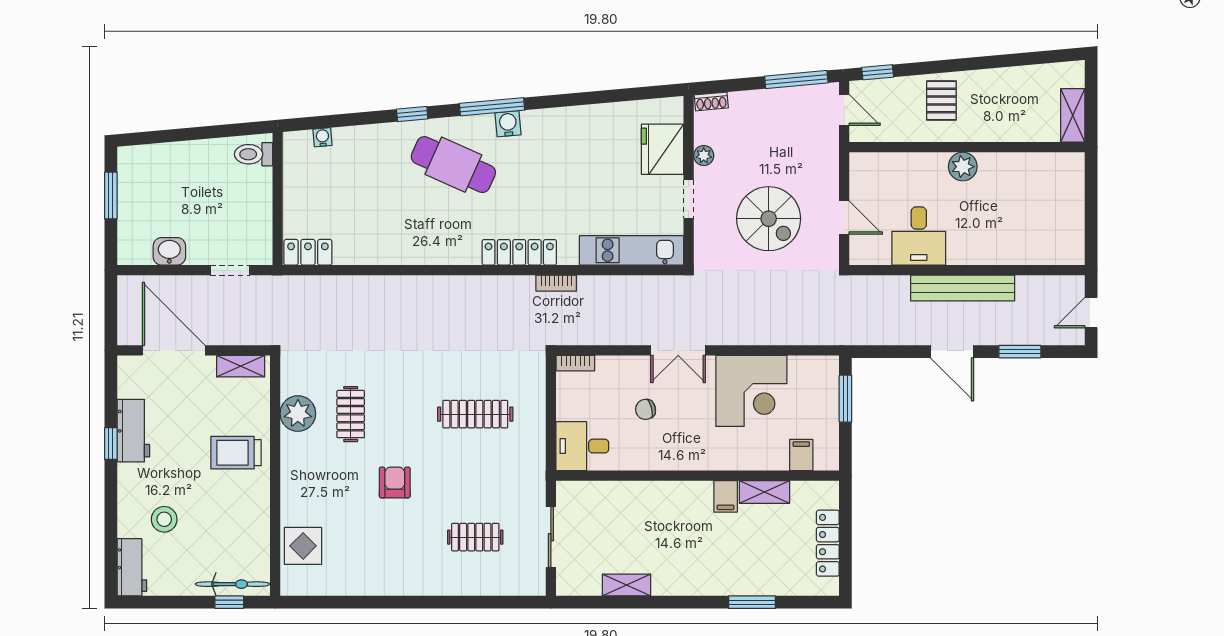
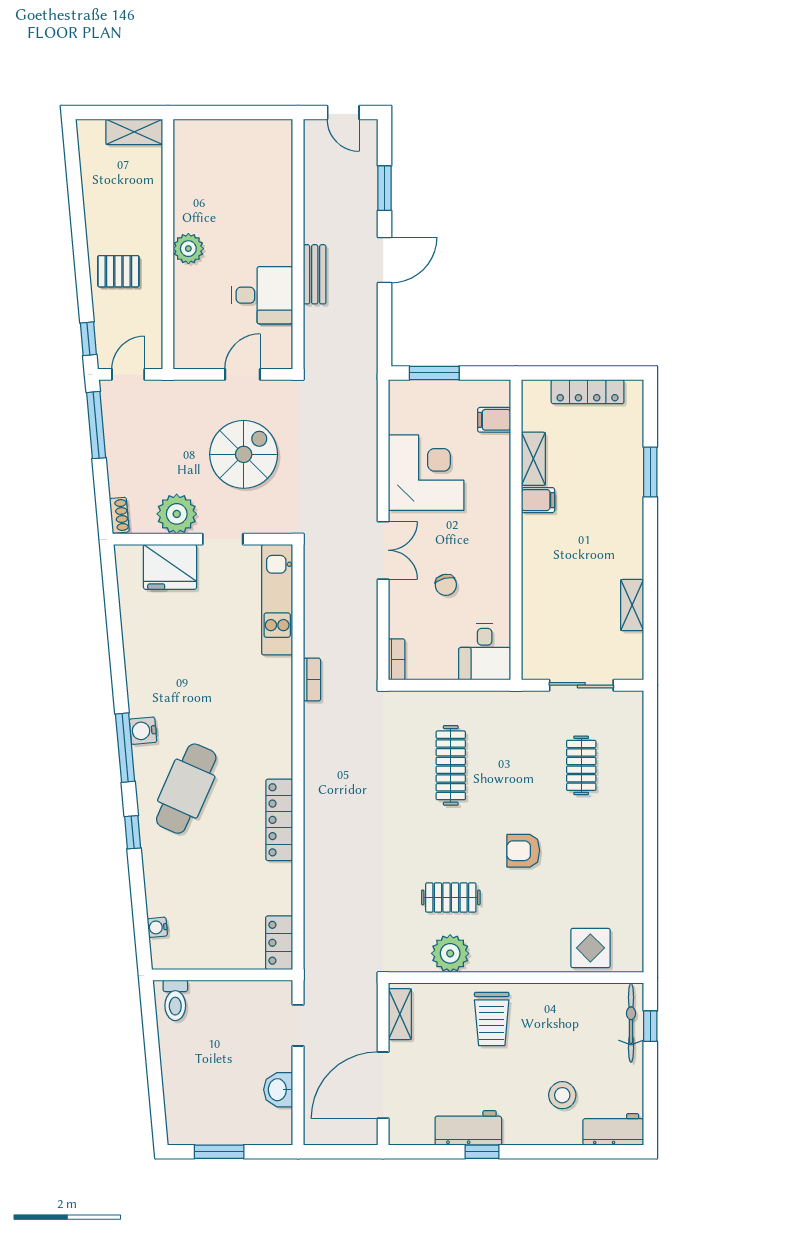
plant: (704, 156) -> (177, 514), width x1.87, depth x1.87
locker: (519, 252) -> (279, 820), moved
bench: (963, 288) -> (315, 274), width x0.54, depth x0.82

